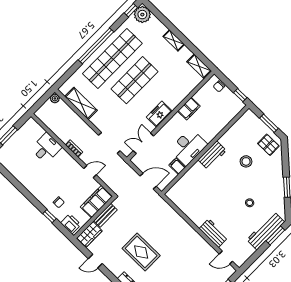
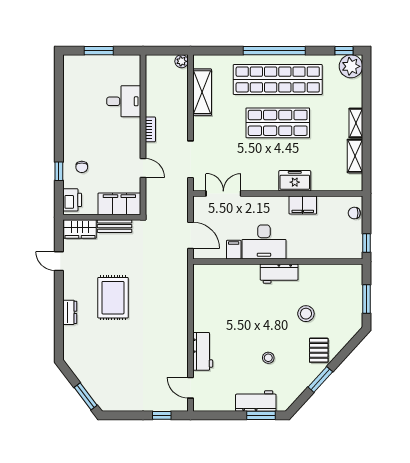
shelving: (199, 66) -> (355, 156), moved
freezer: (159, 114) -> (295, 181), moved
pallet: (268, 145) -> (319, 350), moved
workbench: (265, 231) -> (256, 401), width x0.73

